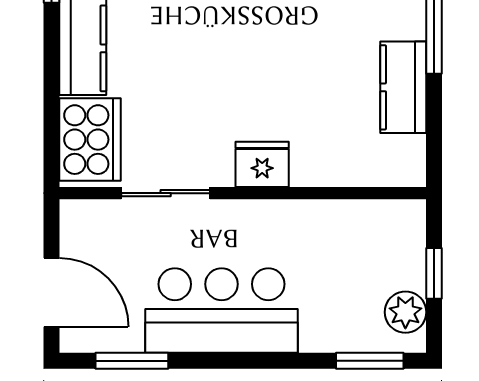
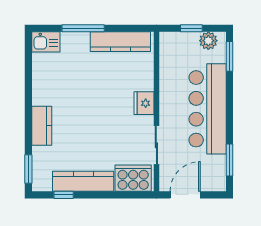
kitchen counter: (403, 87) -> (120, 42), width x1.50
door: (52, 292) -> (185, 195), moved
bar counter: (222, 310) -> (208, 109), width x1.36

